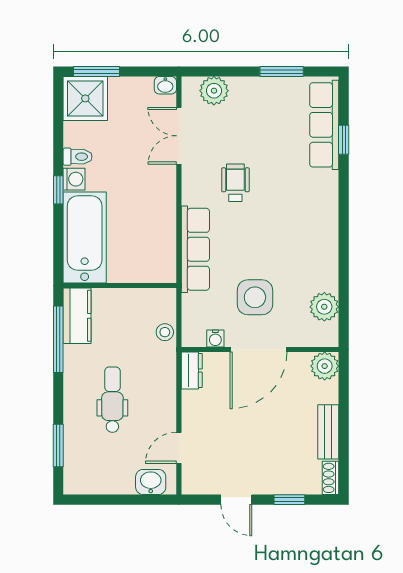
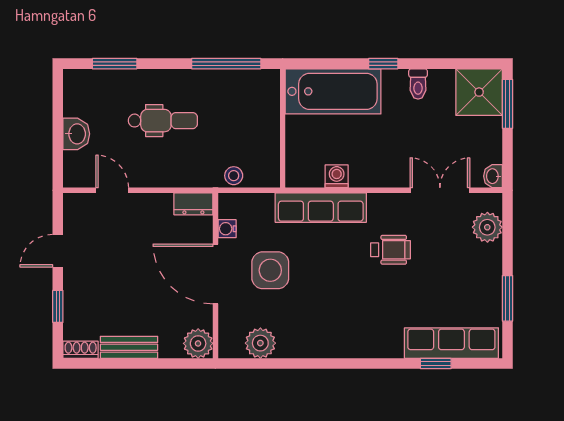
washing machine: (74, 179) -> (337, 176), moved, turned 180
kitchen counter: (77, 316) -> (251, 83), removed
washbasin: (151, 482) -> (76, 134), moved

